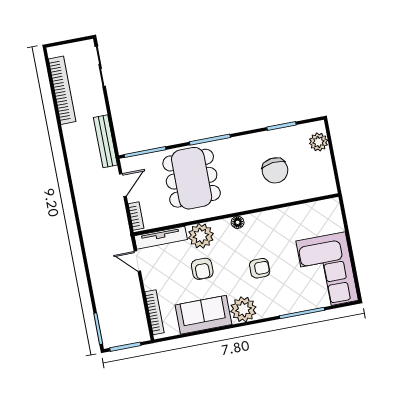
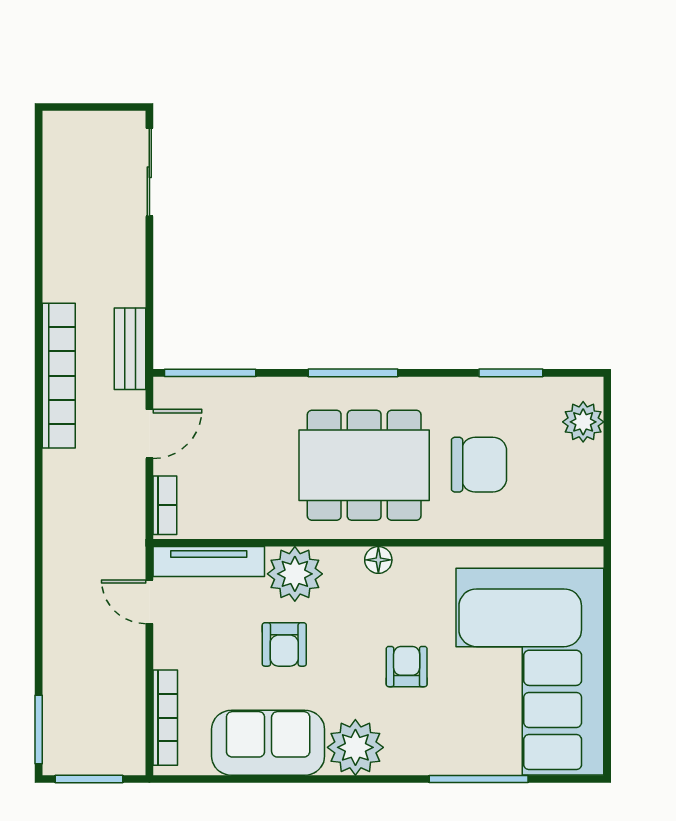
bookcase: (62, 90) -> (59, 376), moved
bench: (105, 141) -> (130, 349), width x0.73
chair: (275, 170) -> (479, 465), turned -84
dining table: (192, 178) -> (364, 465), moved, turned 90
armchair: (260, 268) -> (407, 667), turned -90
corner sofa: (327, 271) -> (530, 672), width x1.36, depth x1.36

